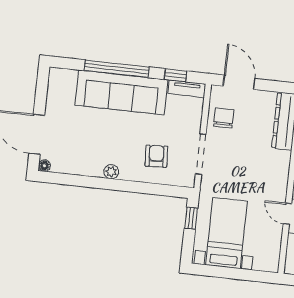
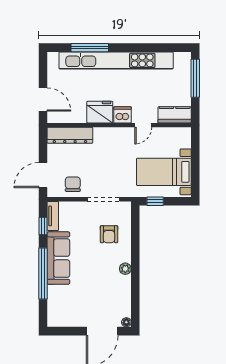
sofa: (121, 92) -> (58, 258), width x0.74, depth x0.79
chair: (224, 118) -> (73, 184), turned 90
armchair: (156, 156) -> (109, 234), turned -87

